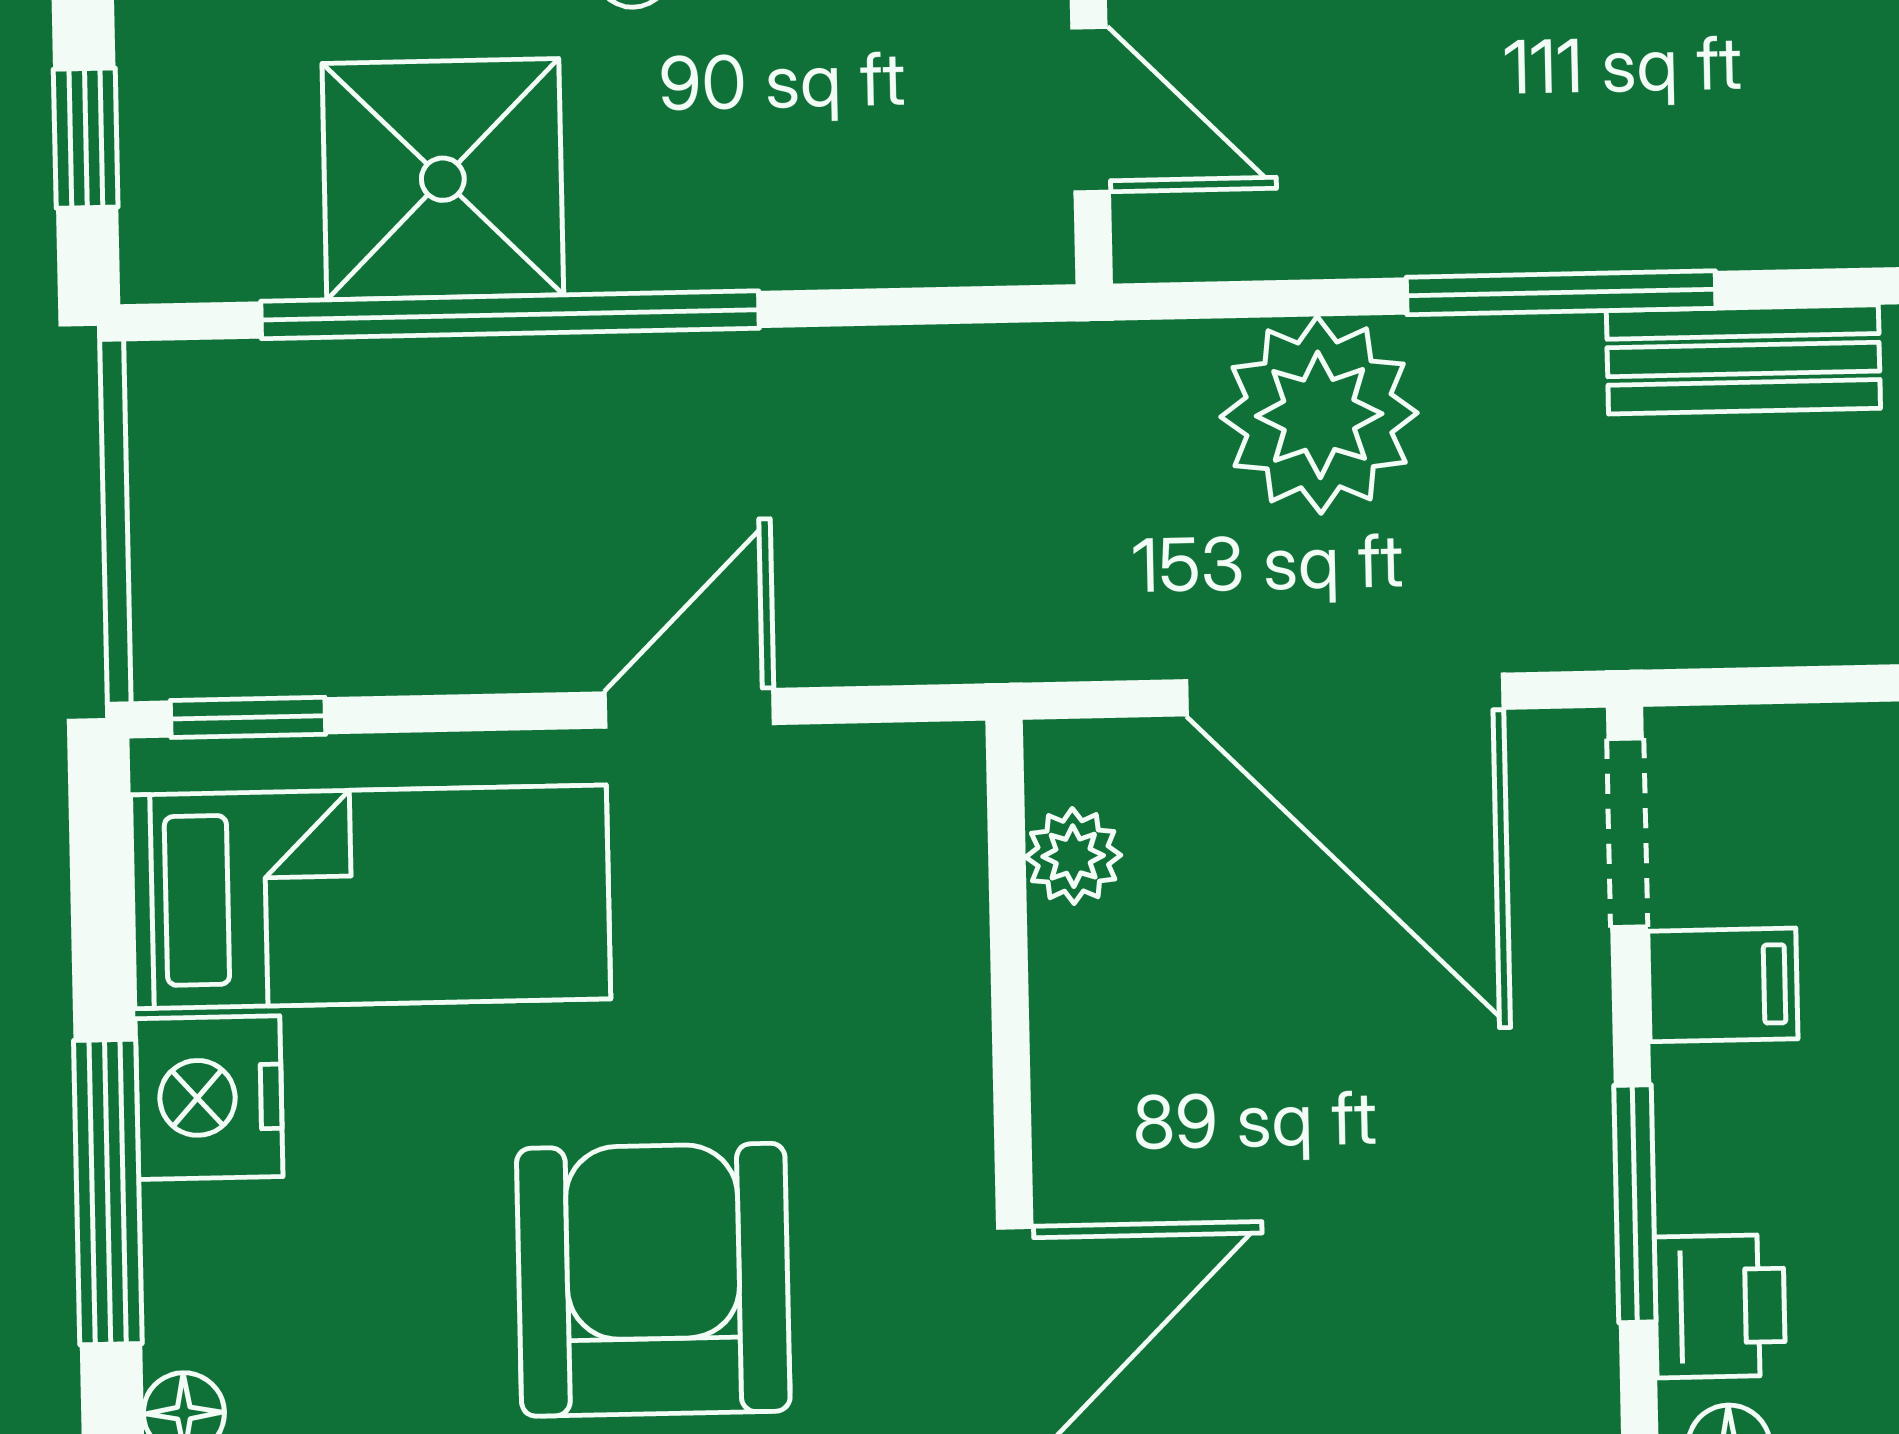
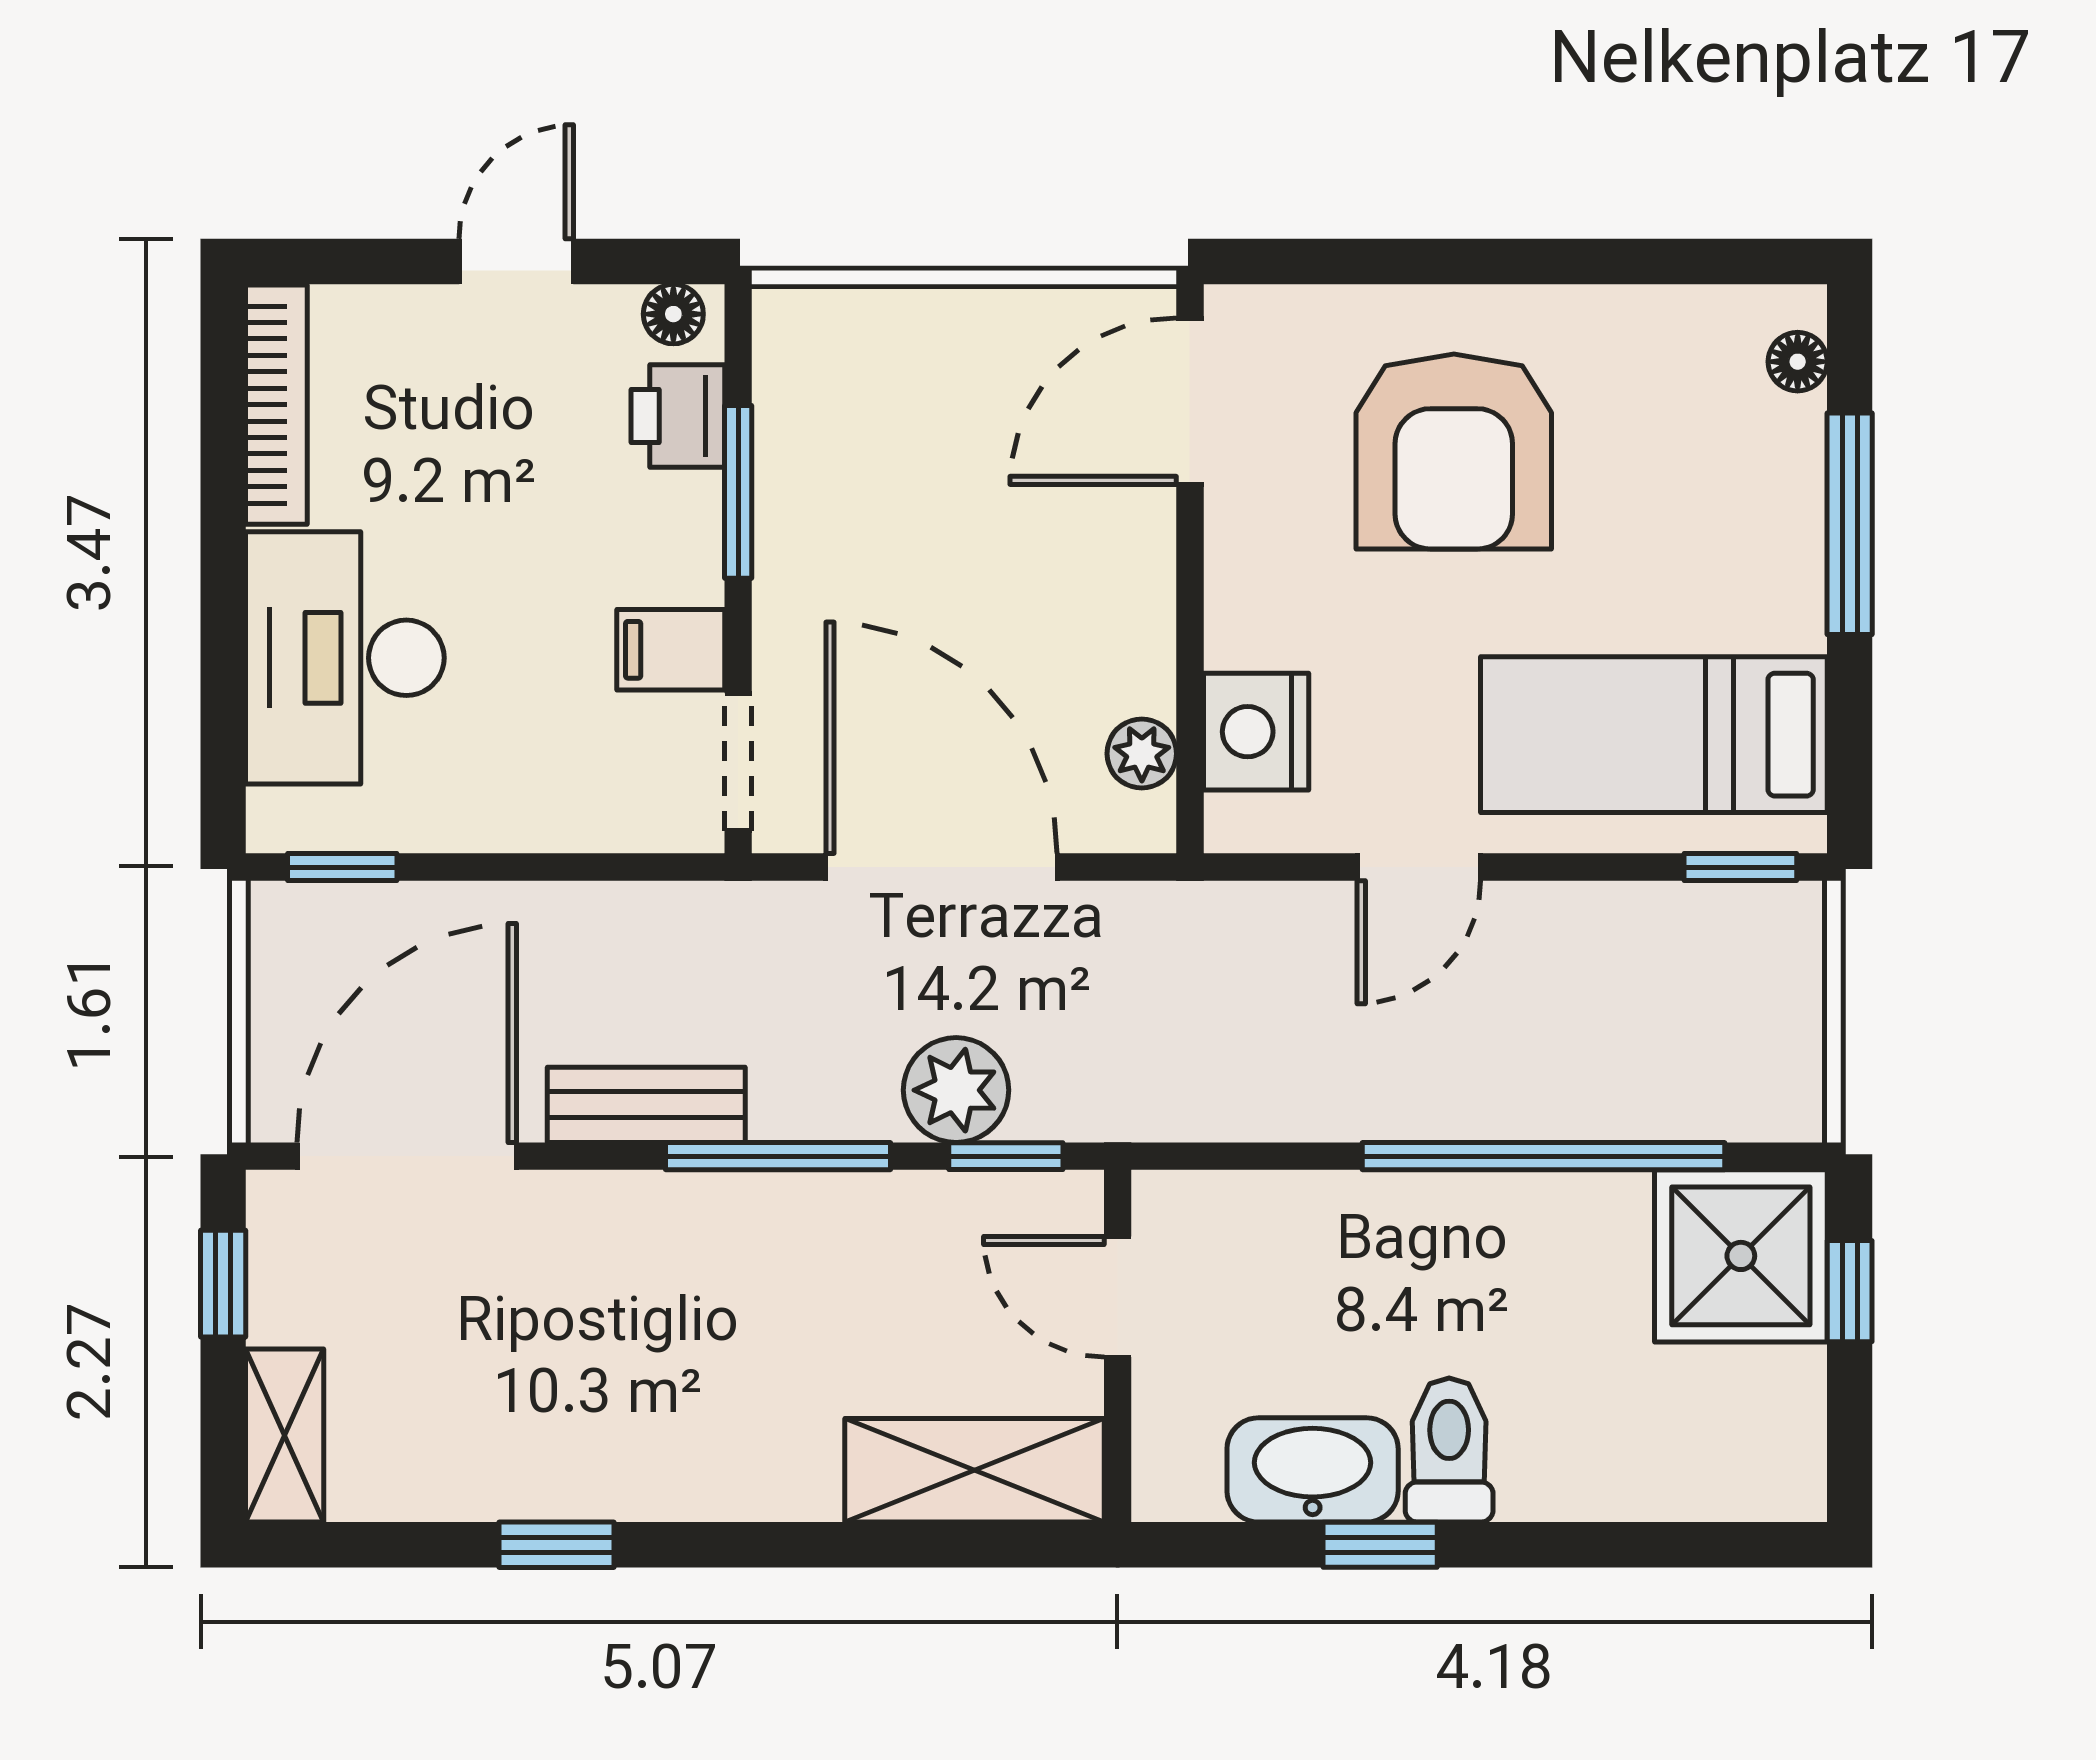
shower: (443, 179) -> (1741, 1256), moved
window: (1248, 299) -> (1006, 1156), added
plant: (1319, 415) -> (956, 1090), width x0.73, depth x0.73
nightstand: (209, 1098) -> (1256, 732), moved, turned 180

